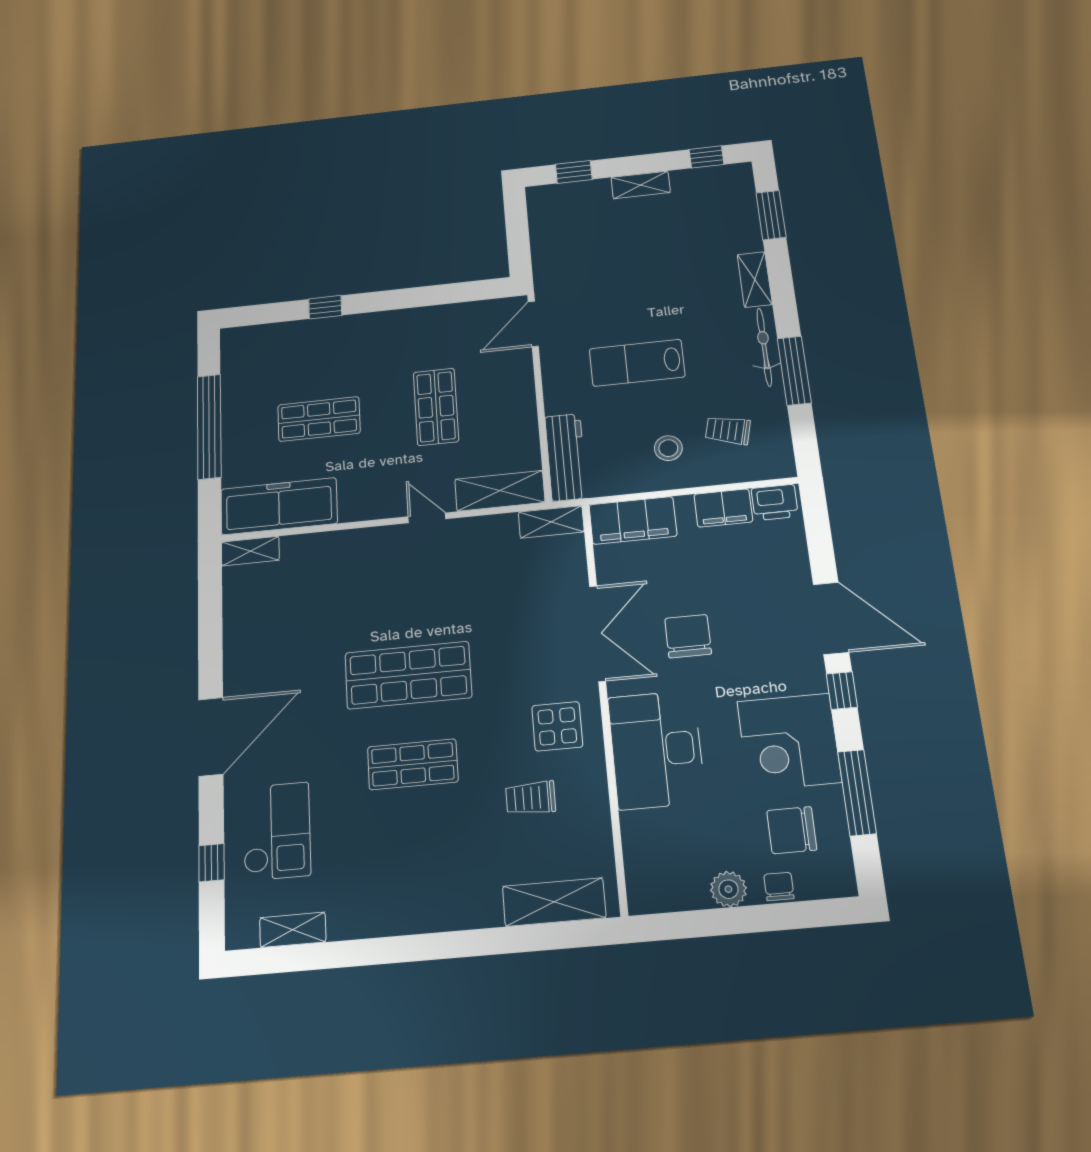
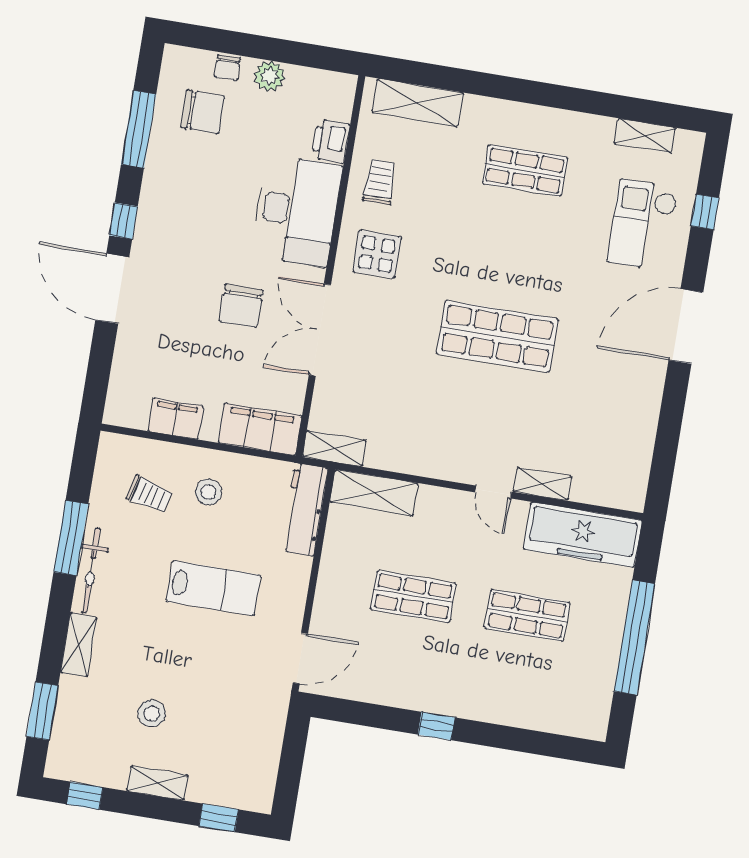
stool: (664, 240) -> (152, 713), added
window: (325, 307) -> (436, 726), moved
shop shelf: (436, 407) -> (413, 596), turned 90
printer: (775, 502) -> (331, 141), moved, turned -90
door: (427, 518) -> (493, 492), moved
shelving: (250, 551) -> (543, 484), moved
corner desk: (789, 742) -> (182, 188), removed
shop shelf: (413, 764) -> (525, 170), moved
trolley: (531, 798) -> (380, 182), moved, turned -90

